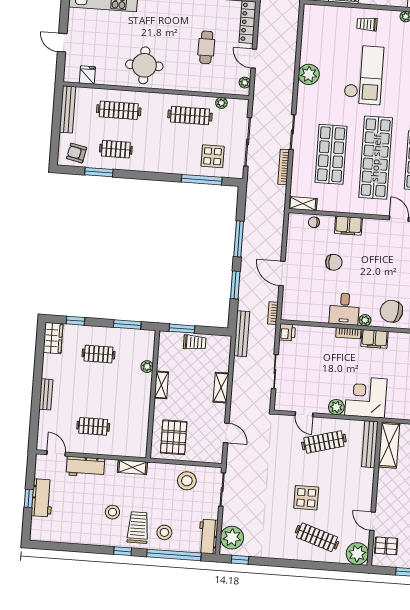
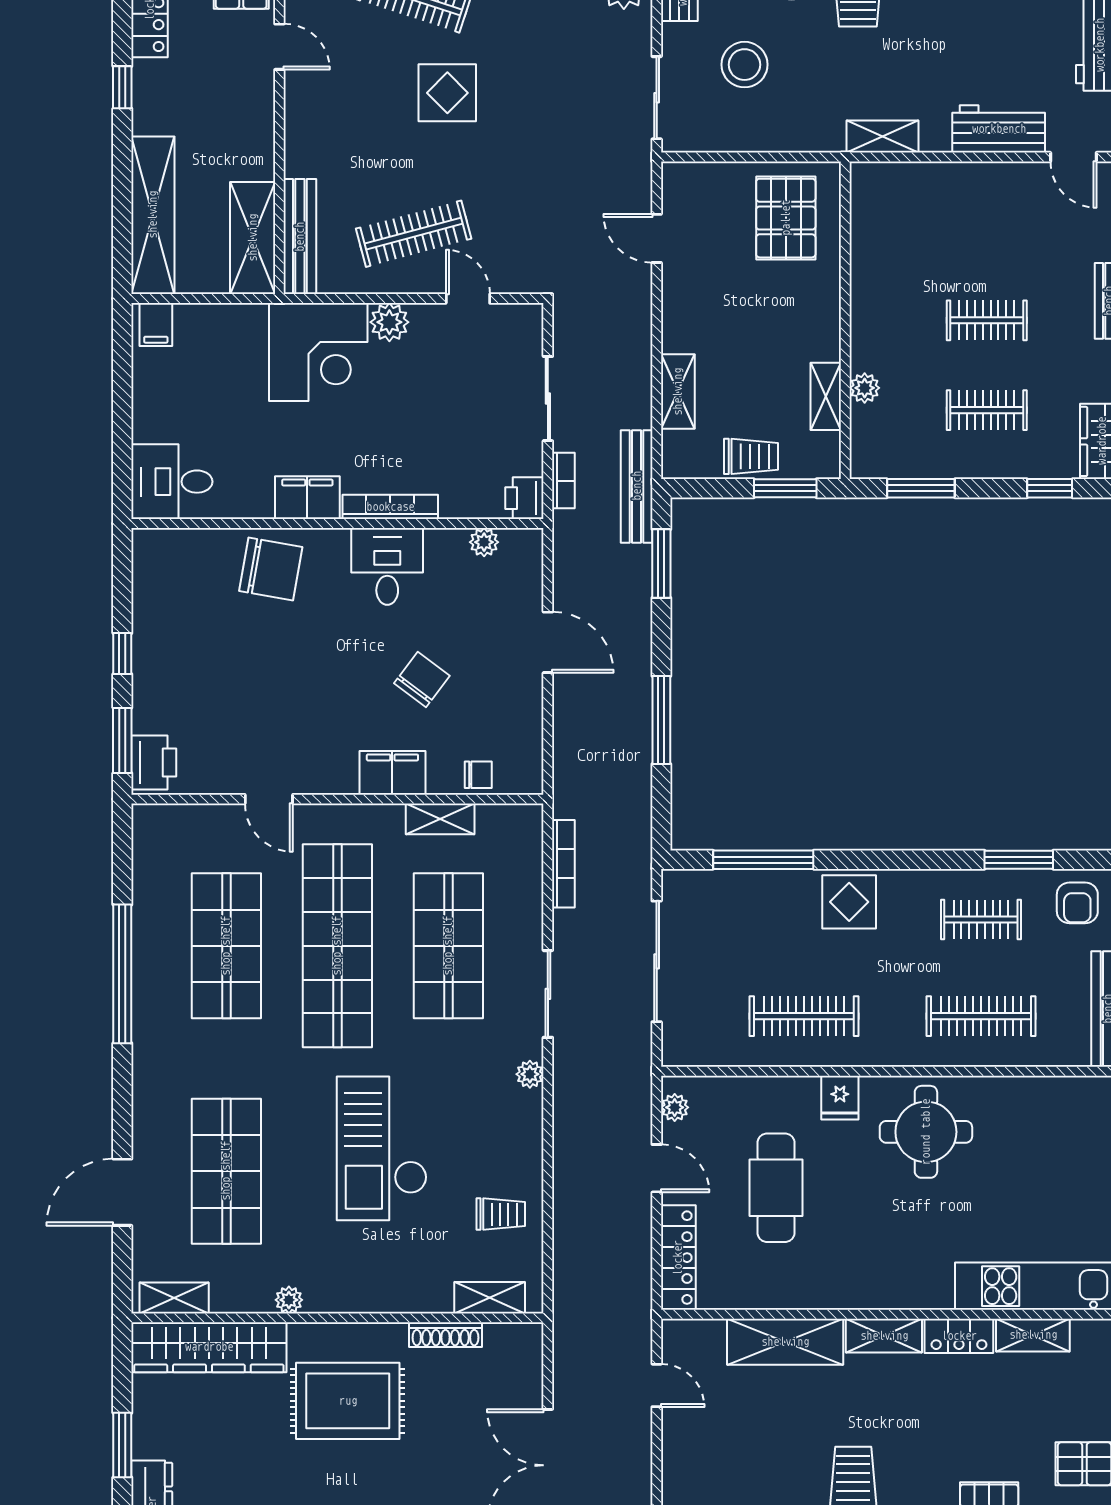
shelving: (325, 11) -> (490, 1298), added
trolley: (367, 24) -> (501, 1214), moved
cafe table: (206, 47) -> (776, 1188), width x1.37, depth x1.35
plant: (309, 74) -> (530, 1074), moved, width x0.53, depth x0.53
fridge: (87, 75) -> (840, 1098), moved
plant: (221, 103) -> (729, 1053), removed
armchair: (77, 153) -> (1077, 903), turned 78
display table: (213, 156) -> (849, 902), moved
bookcase: (284, 167) -> (563, 864), moved
shelving: (303, 204) -> (440, 819), moved
chair: (334, 262) -> (422, 680), turned 127
window: (235, 285) -> (661, 564), moved
bookcase: (273, 313) -> (563, 481), moved
plant: (365, 320) -> (484, 542), moved
bookcase: (348, 333) -> (390, 507), width x1.56
trolley: (195, 342) -> (751, 456), turned 180
shelving: (161, 385) -> (826, 396), moved
shelving: (221, 388) -> (678, 392), moved
clothes rail: (93, 426) -> (987, 320), moved
stool: (187, 481) -> (744, 65), moved
stool: (112, 512) -> (924, 22), removed

